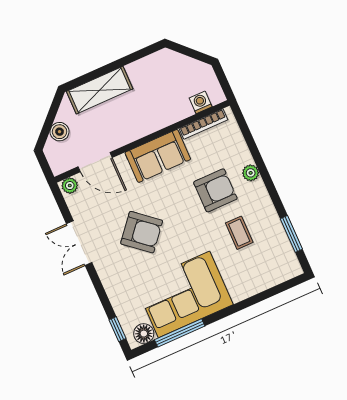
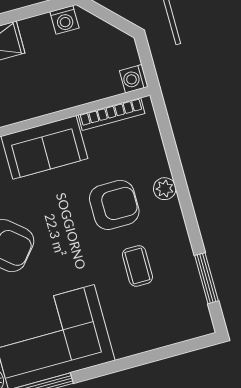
washing machine: (158, 60) -> (64, 20), added
washing machine: (201, 102) -> (134, 79), moved, turned -90

